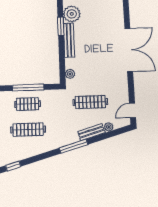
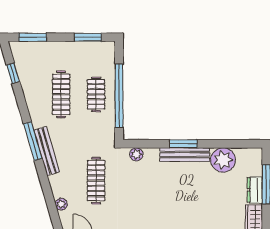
window: (61, 26) -> (183, 144), moved
window: (28, 87) -> (119, 96), width x1.46
bench: (91, 132) -> (47, 151), moved, width x1.36
window: (74, 146) -> (33, 141), moved

